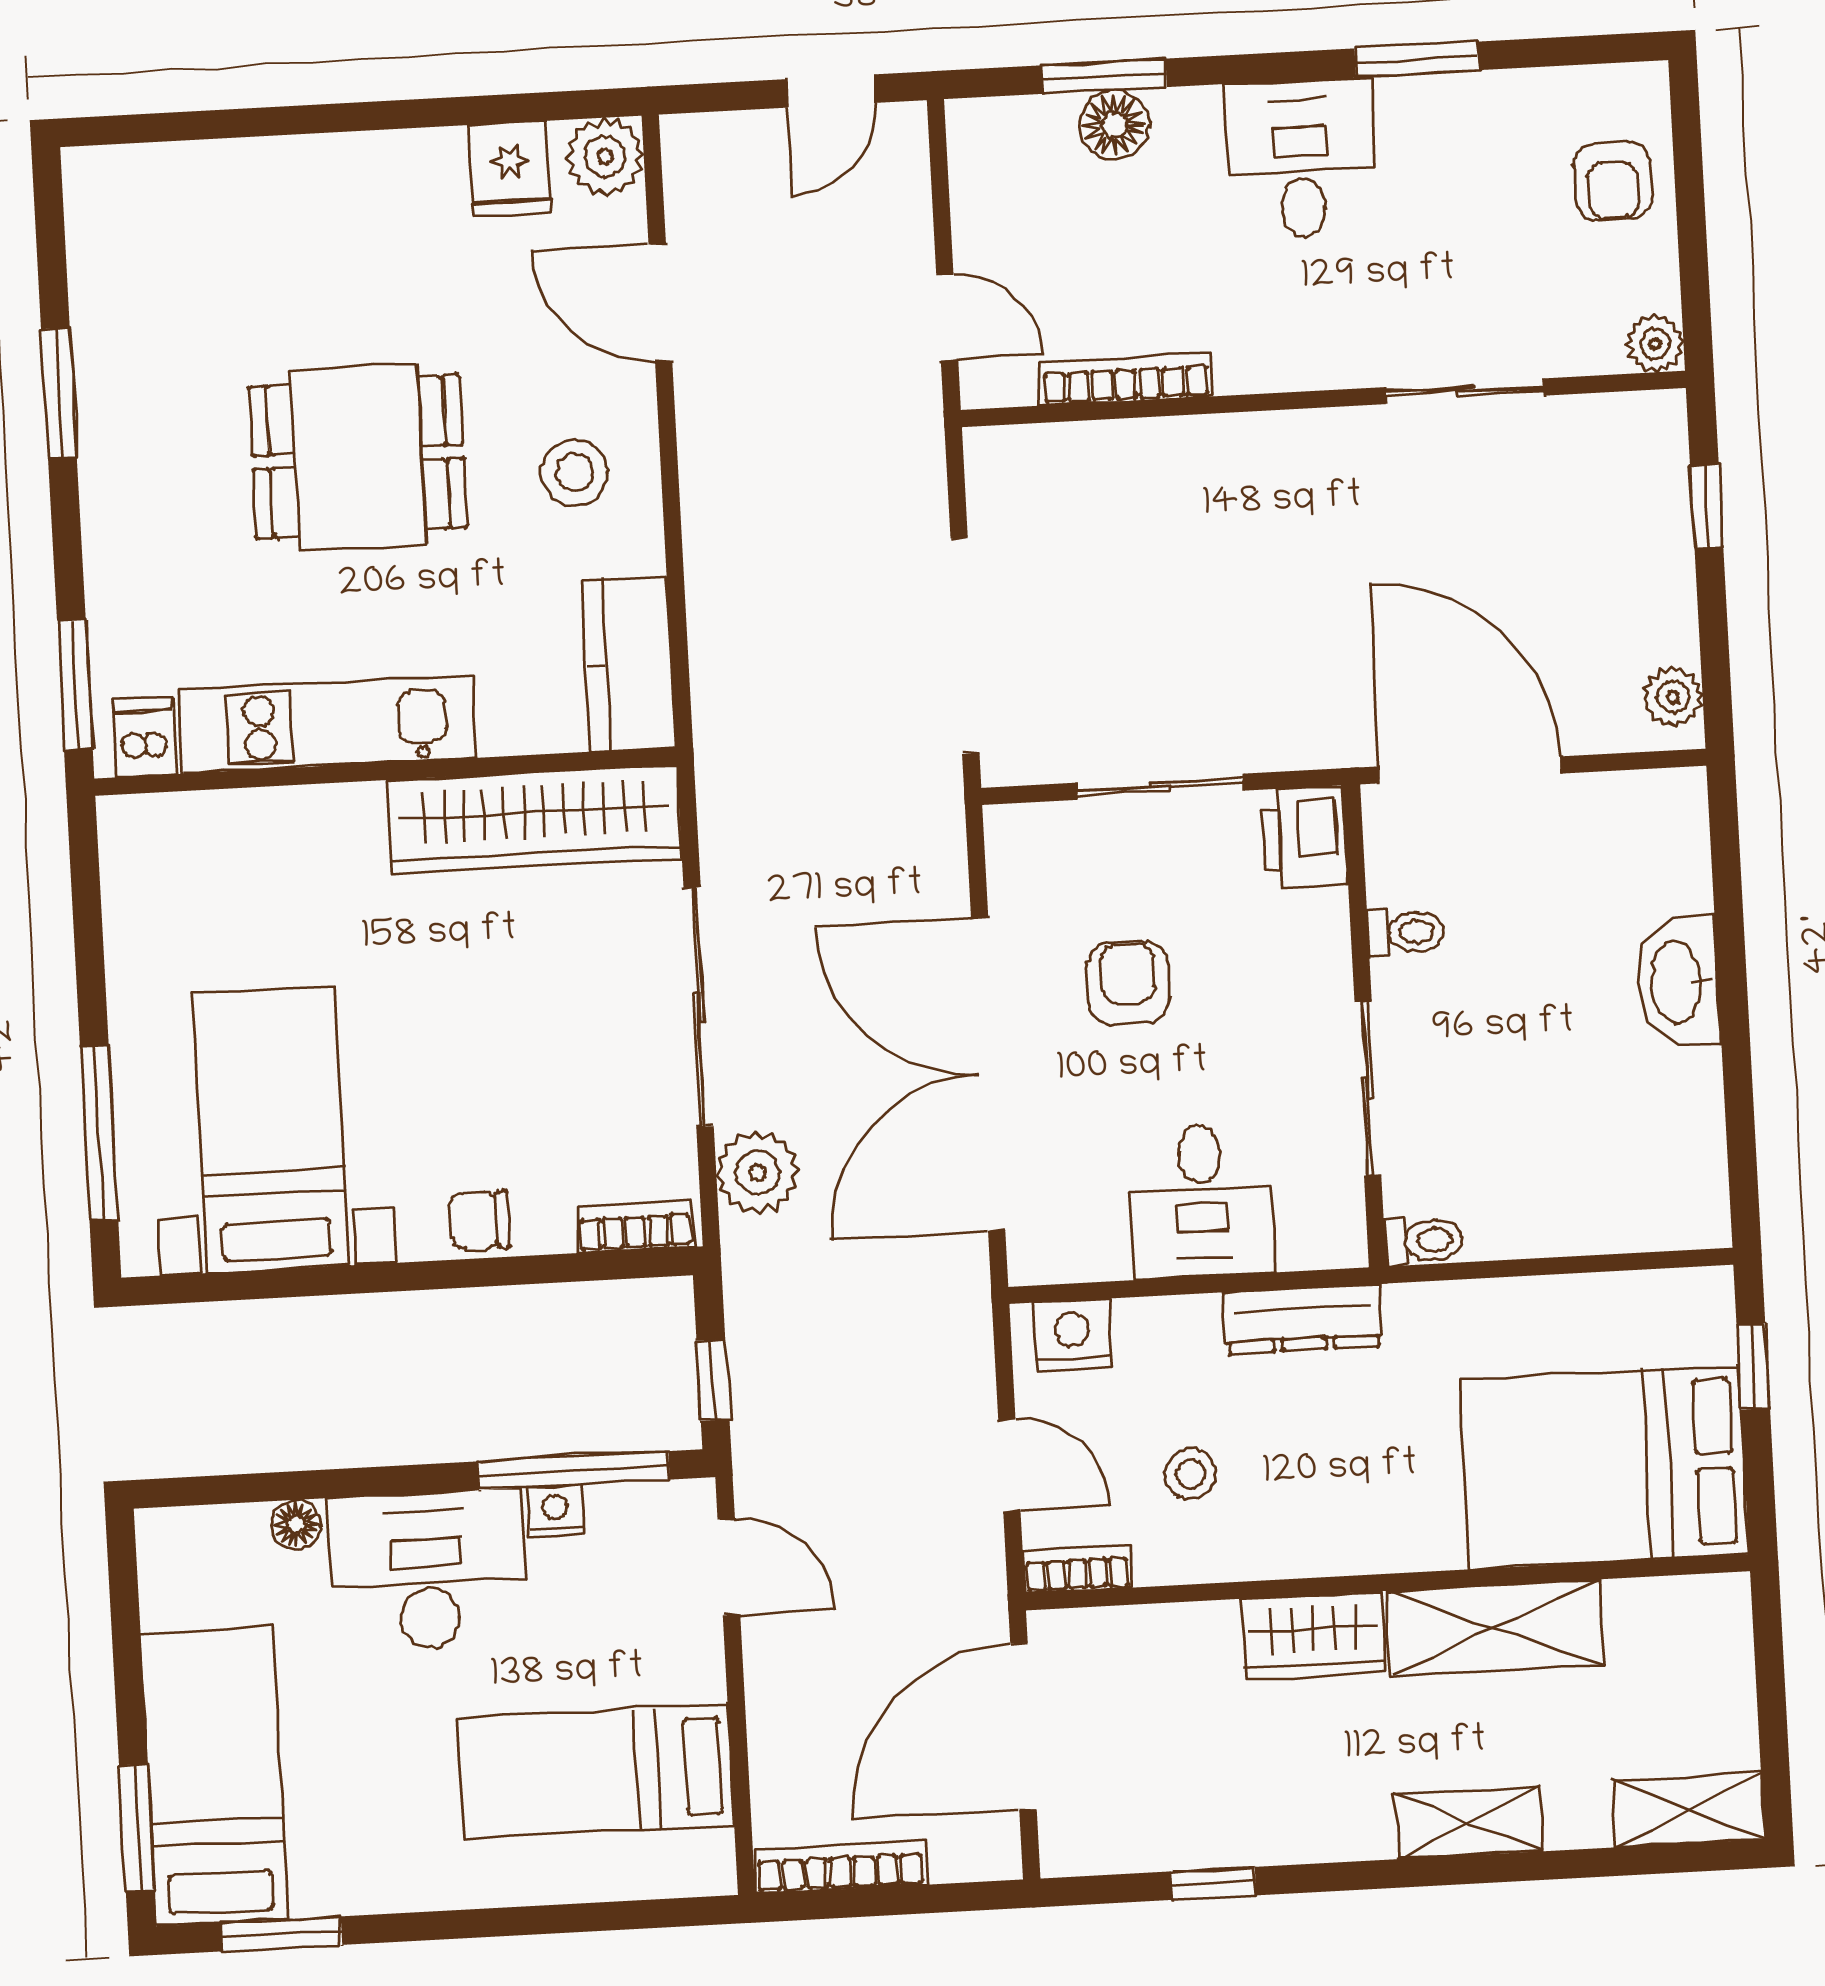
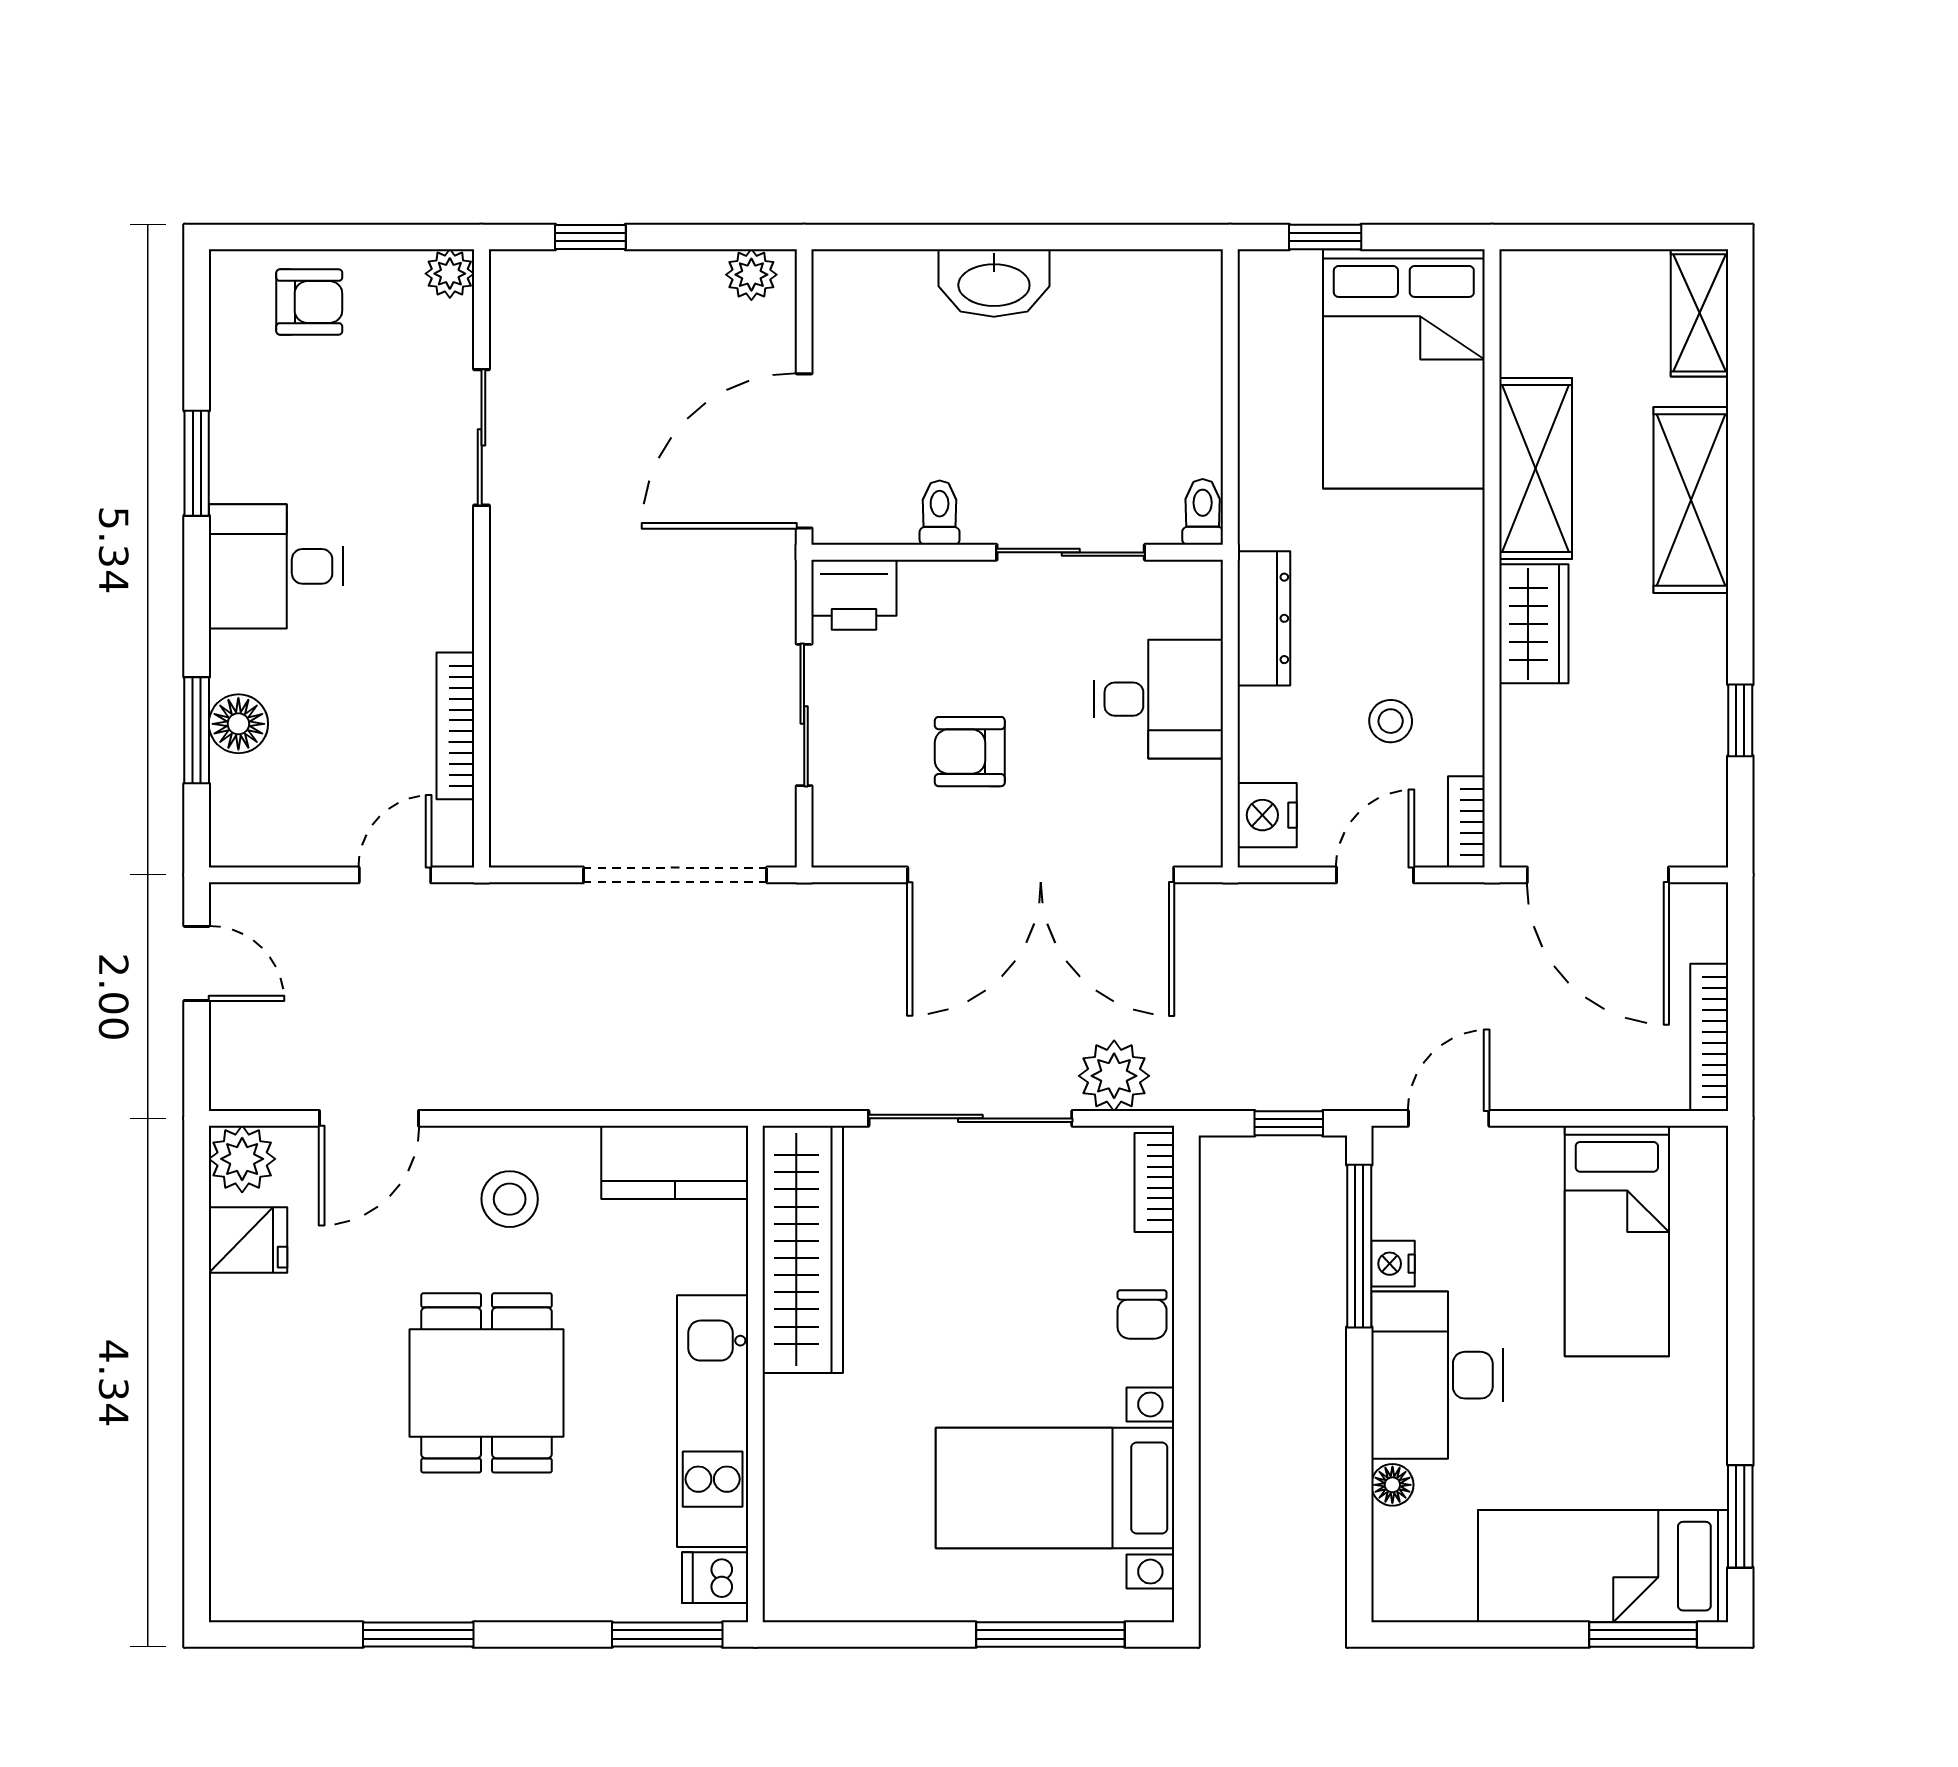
shelving: (1469, 1823) -> (1691, 500), width x1.50, depth x1.33

